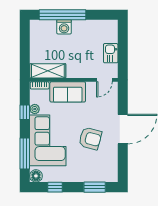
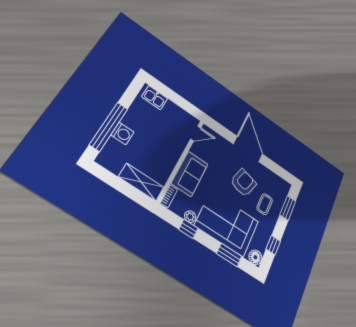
kitchen sink: (111, 53) -> (155, 98), moved
shelving: (48, 71) -> (141, 182), moved, turned 90
door: (104, 80) -> (196, 133), hinge flipped
window: (25, 153) -> (229, 255), width x0.69
coffee table: (84, 165) -> (265, 204), added

